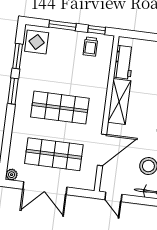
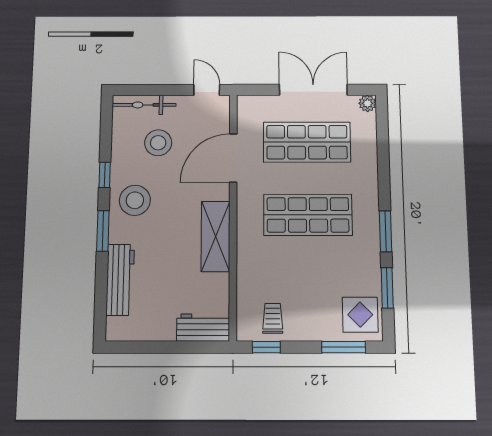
window: (62, 25) -> (344, 347), moved
workbench: (124, 62) -> (203, 328), moved, turned 90

